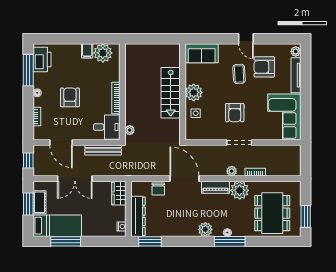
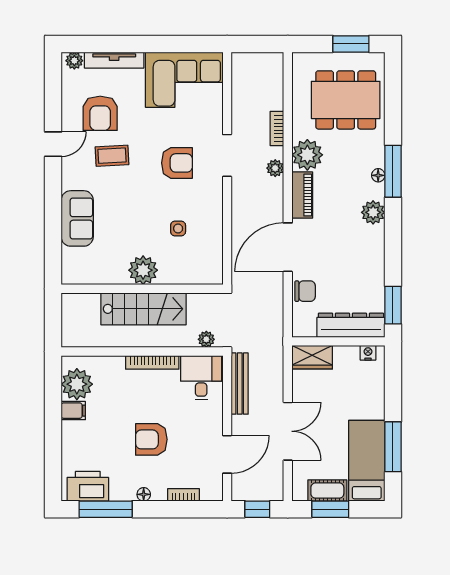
wall: (183, 92) -> (142, 289), moved
plant: (194, 92) -> (143, 270), moved
stairs: (171, 93) -> (144, 309), moved

